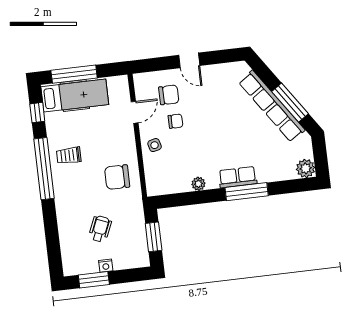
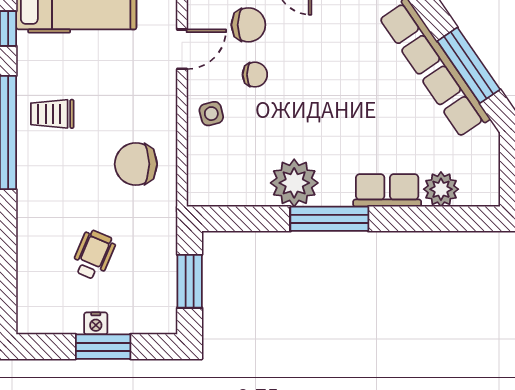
plant: (306, 168) -> (441, 189), moved
row of seats: (238, 177) -> (387, 190), moved
plant: (198, 184) -> (294, 183), width x1.88, depth x1.88
window: (247, 192) -> (329, 219), moved
window: (94, 280) -> (103, 347), moved

